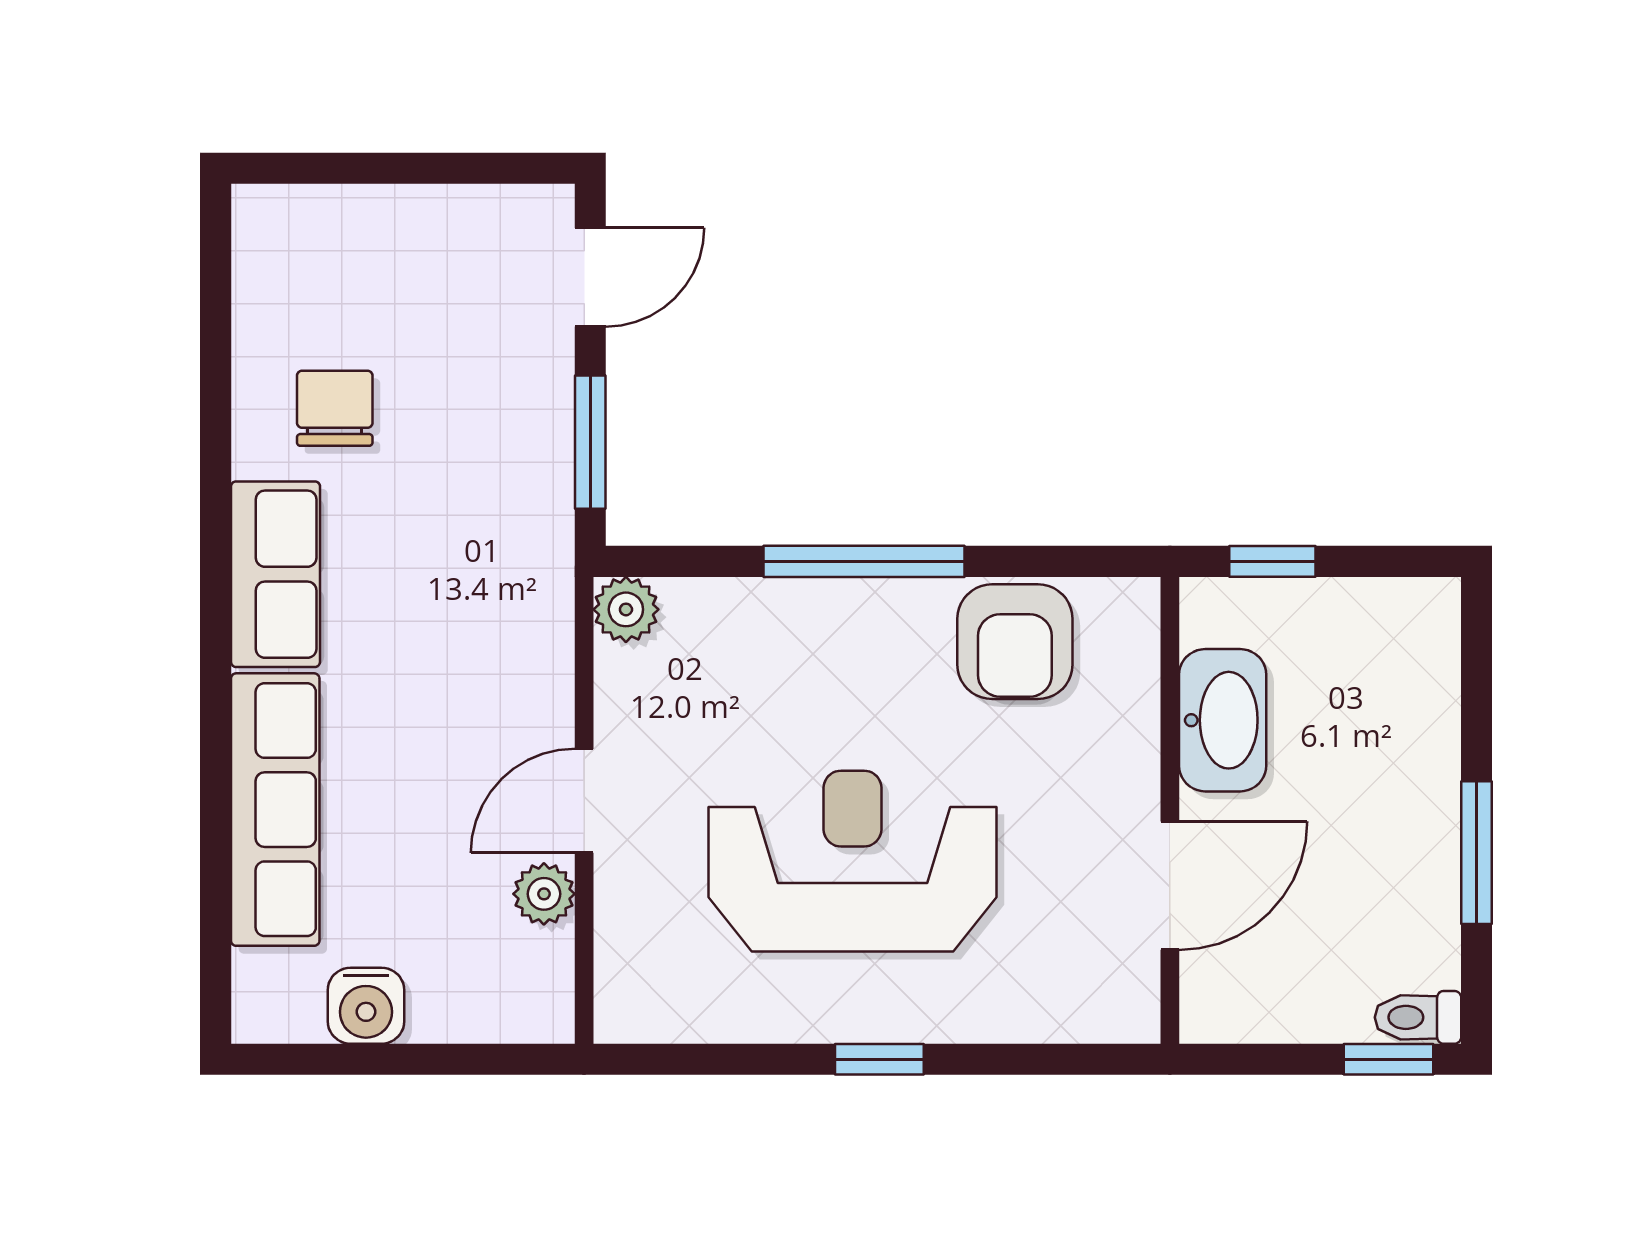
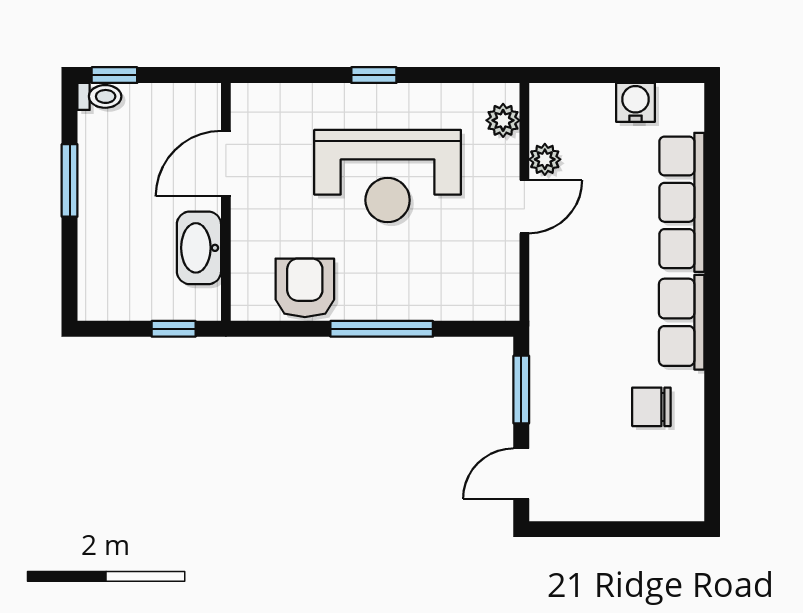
chair: (335, 408) -> (651, 407), turned 90
plant: (626, 609) -> (503, 120), moved

